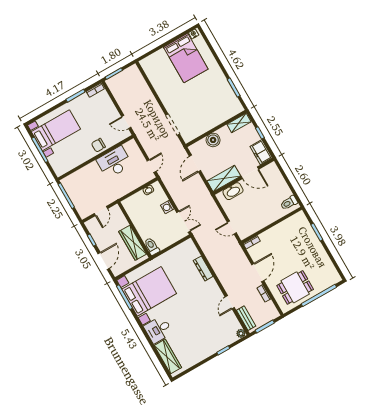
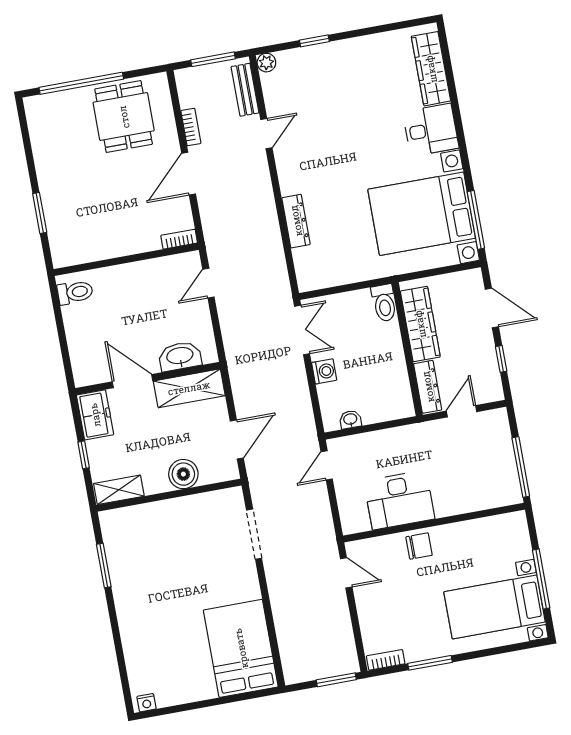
bed: (186, 58) -> (241, 648), moved
dresser: (120, 216) -> (428, 387), added
double door: (184, 222) -> (302, 330), swing flipped
door: (232, 228) -> (208, 283), swing flipped
door: (104, 261) -> (492, 308), swing flipped
dining table: (295, 287) -> (124, 117), turned 90

